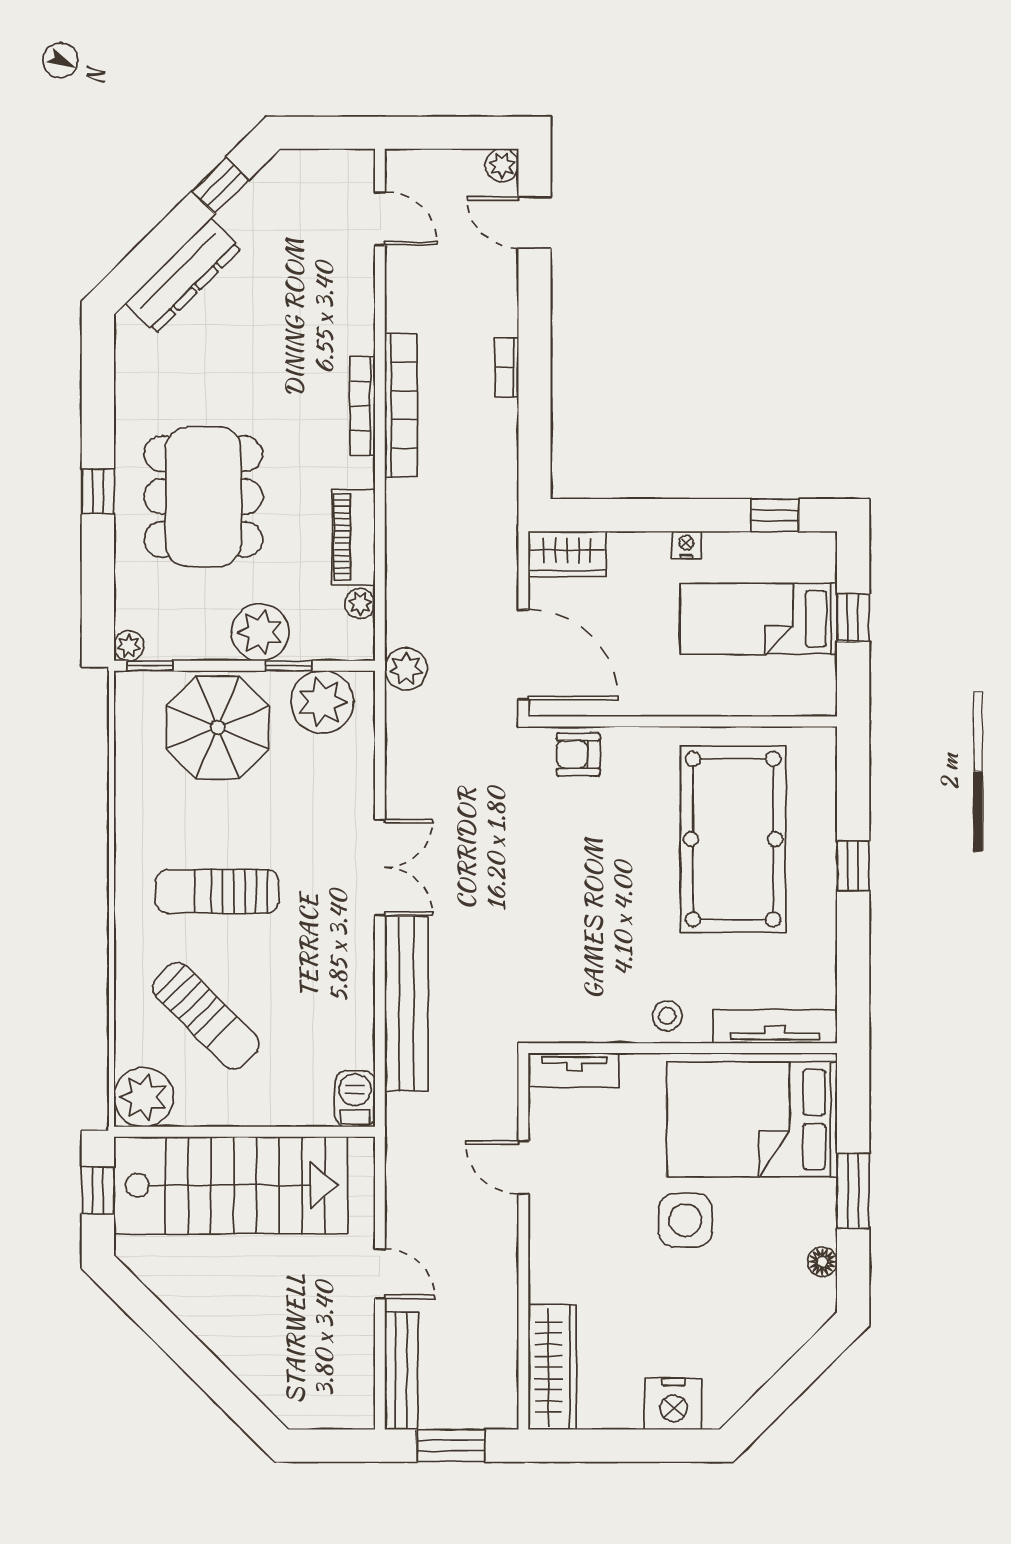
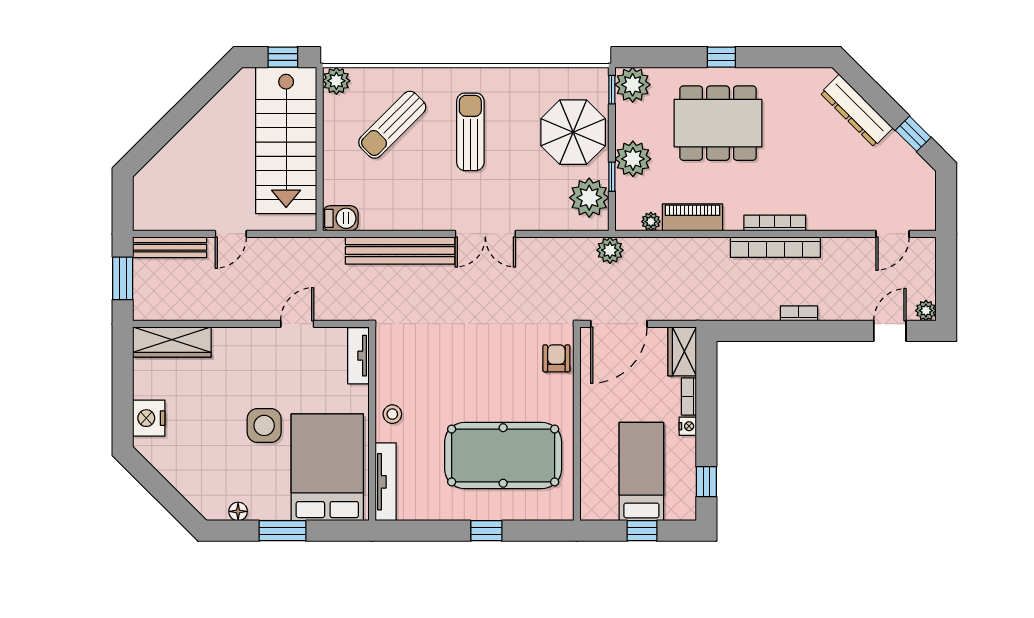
bookcase: (639, 543) -> (689, 396), added
plant: (129, 646) -> (633, 85), width x1.88, depth x1.88
plant: (144, 1097) -> (336, 81), width x0.73, depth x0.73

